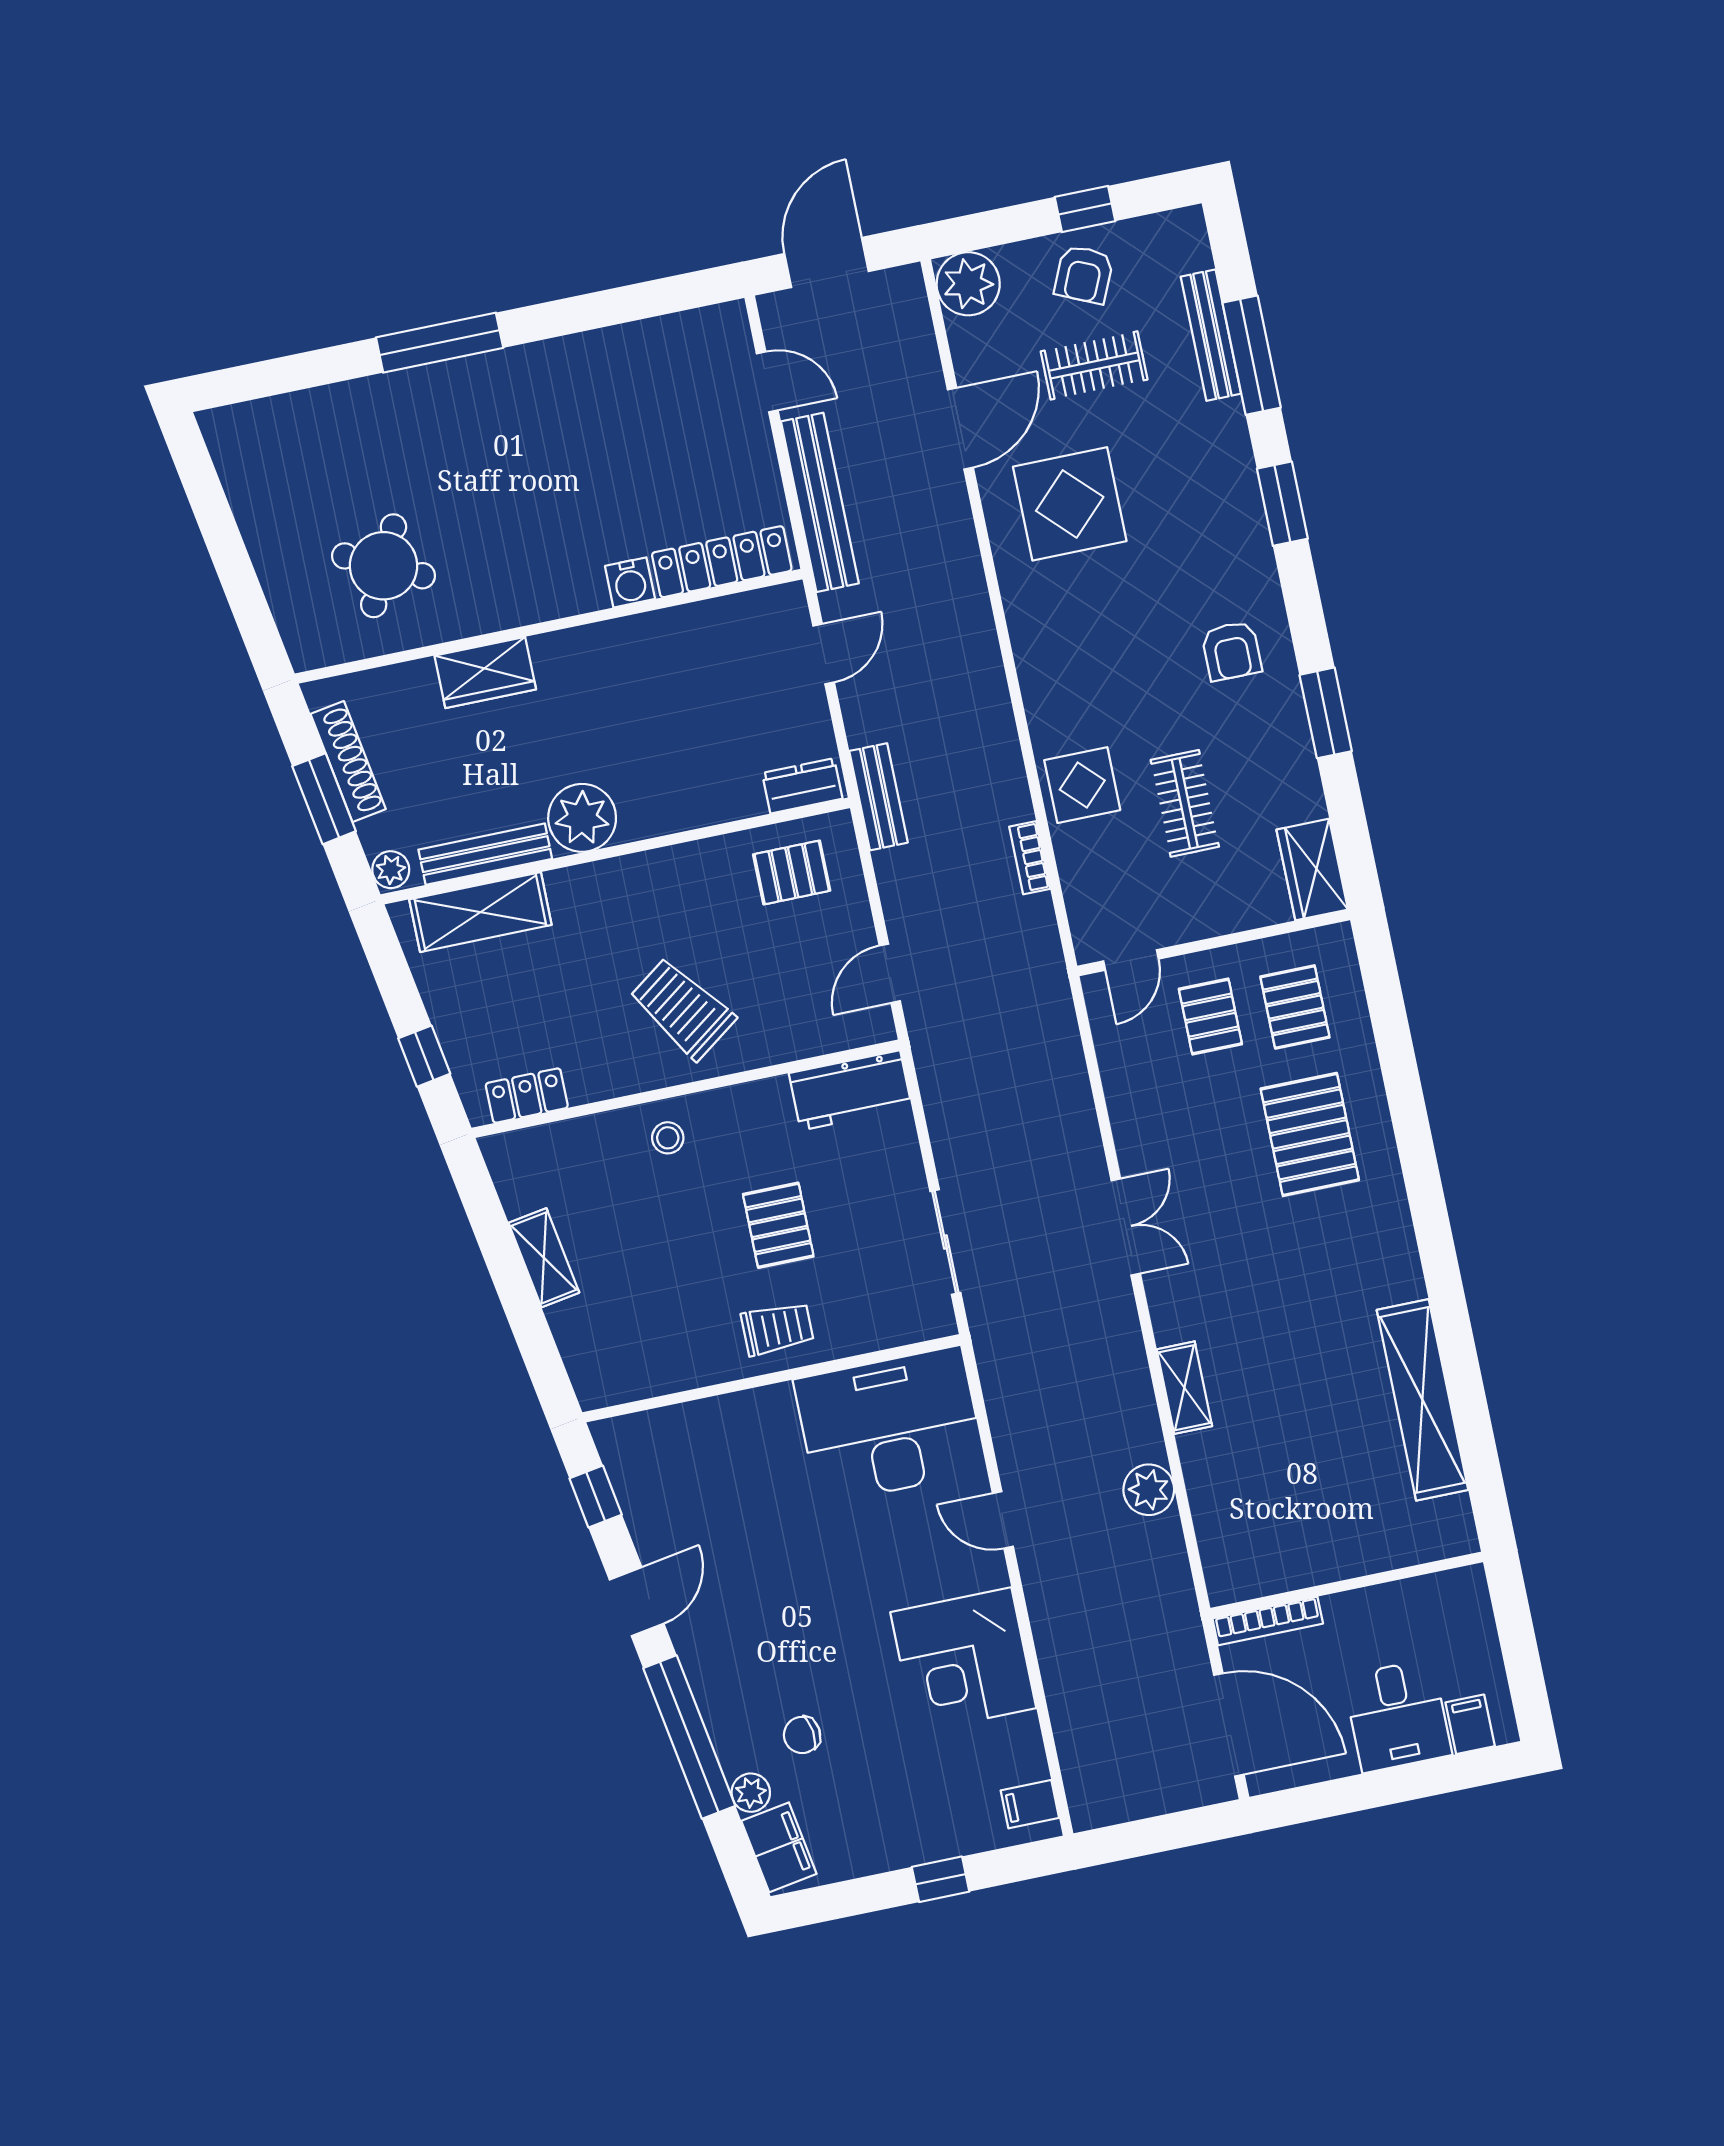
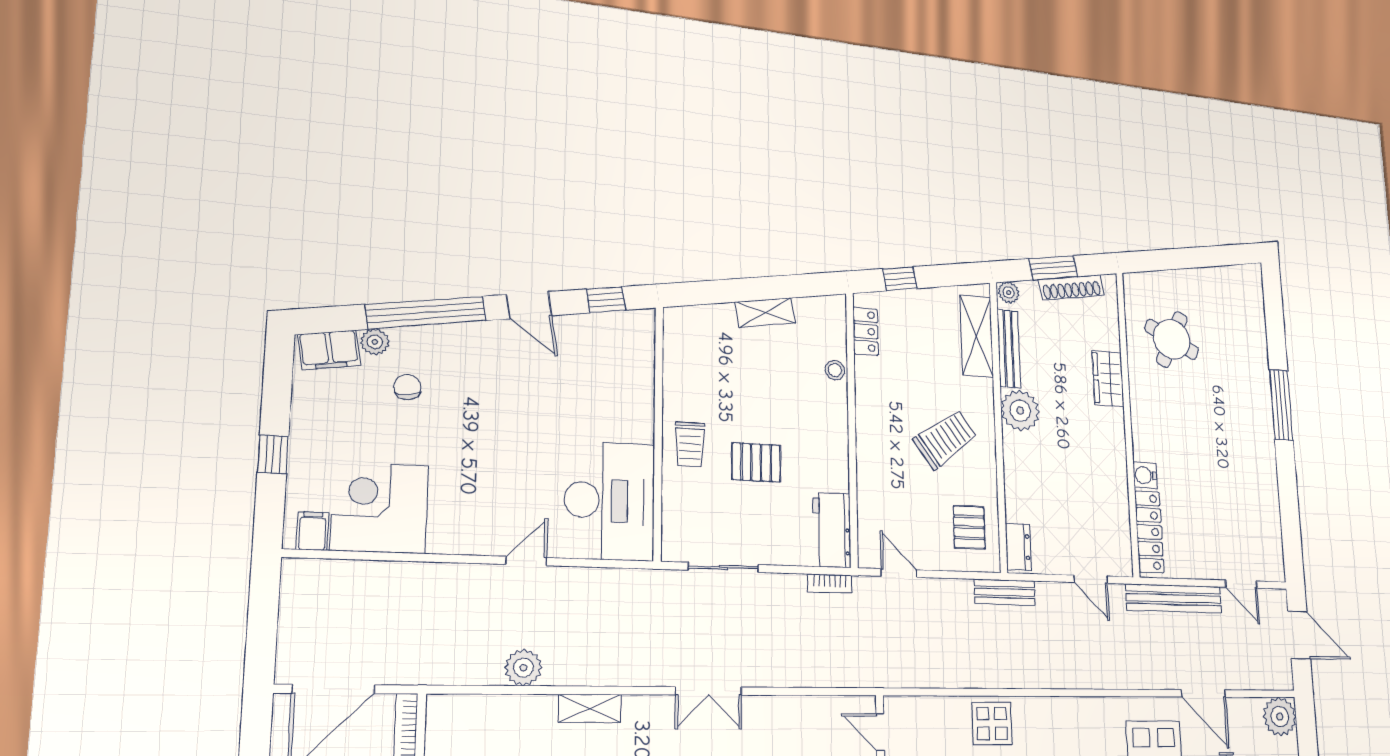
door: (767, 382) -> (1241, 584), hinge flipped
bookcase: (1030, 858) -> (830, 584), moved, turned 180
trolley: (682, 1009) -> (945, 439), moved
stool: (668, 1138) -> (835, 370), moved
corner desk: (963, 1660) -> (380, 508), moved

